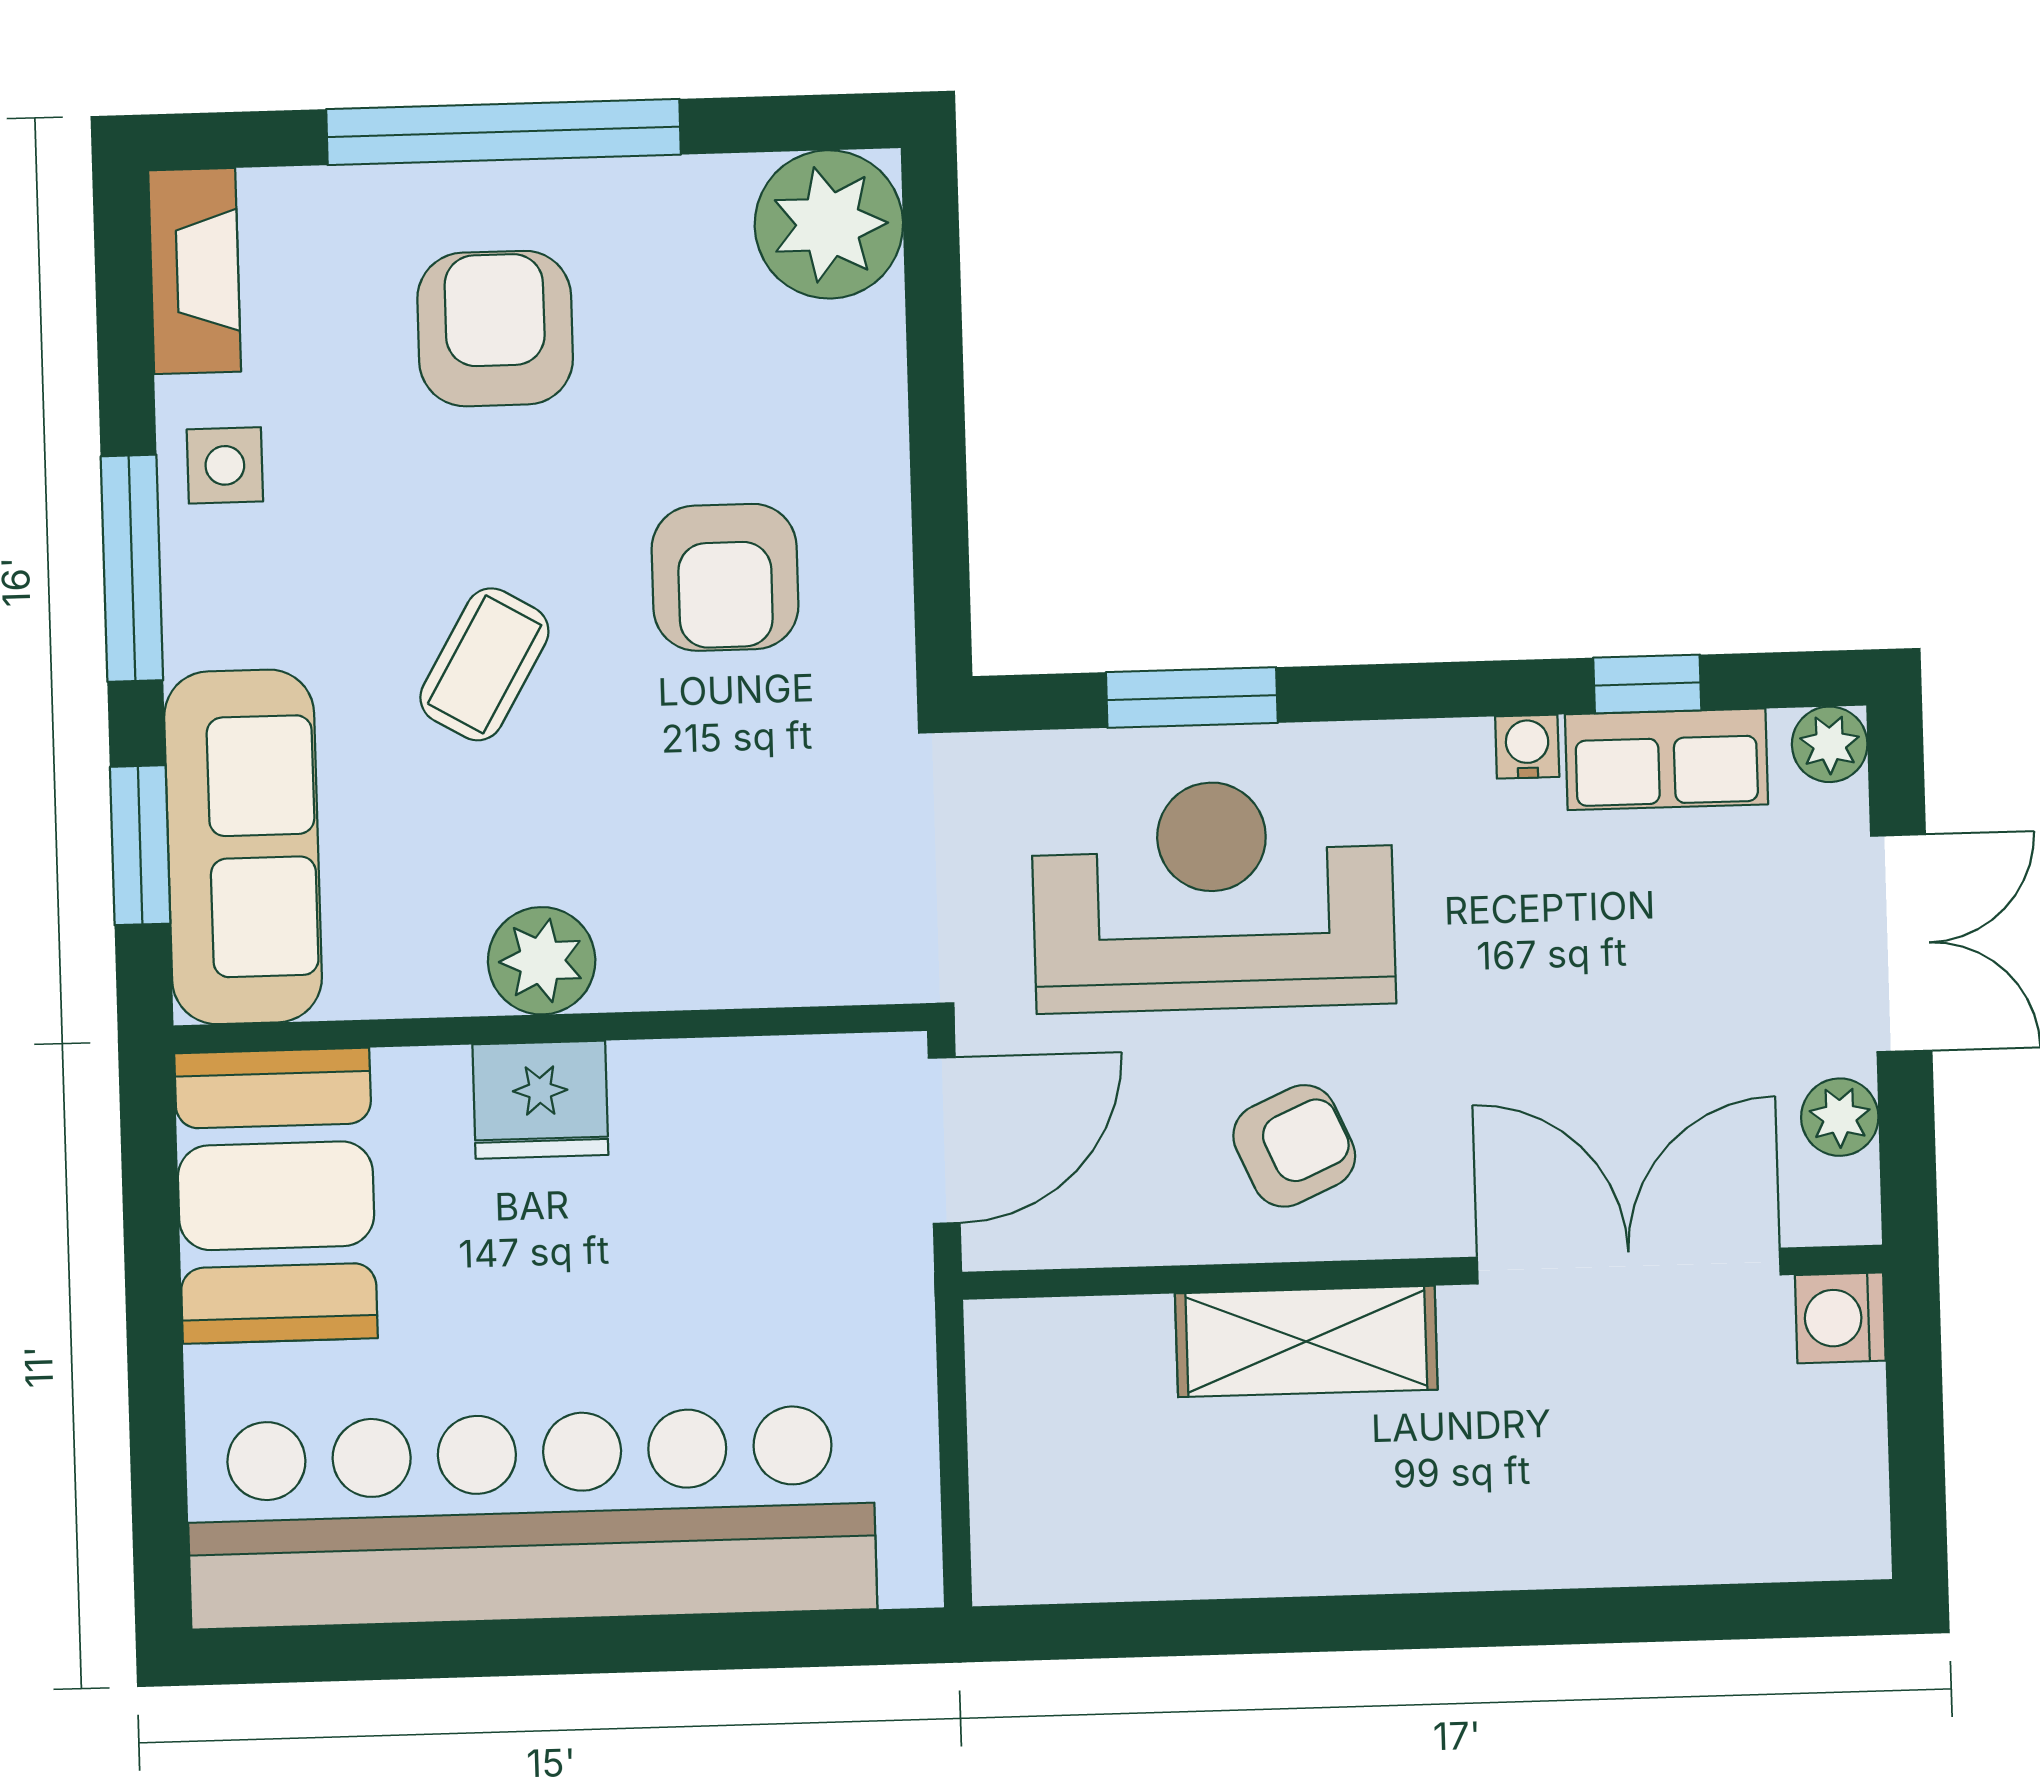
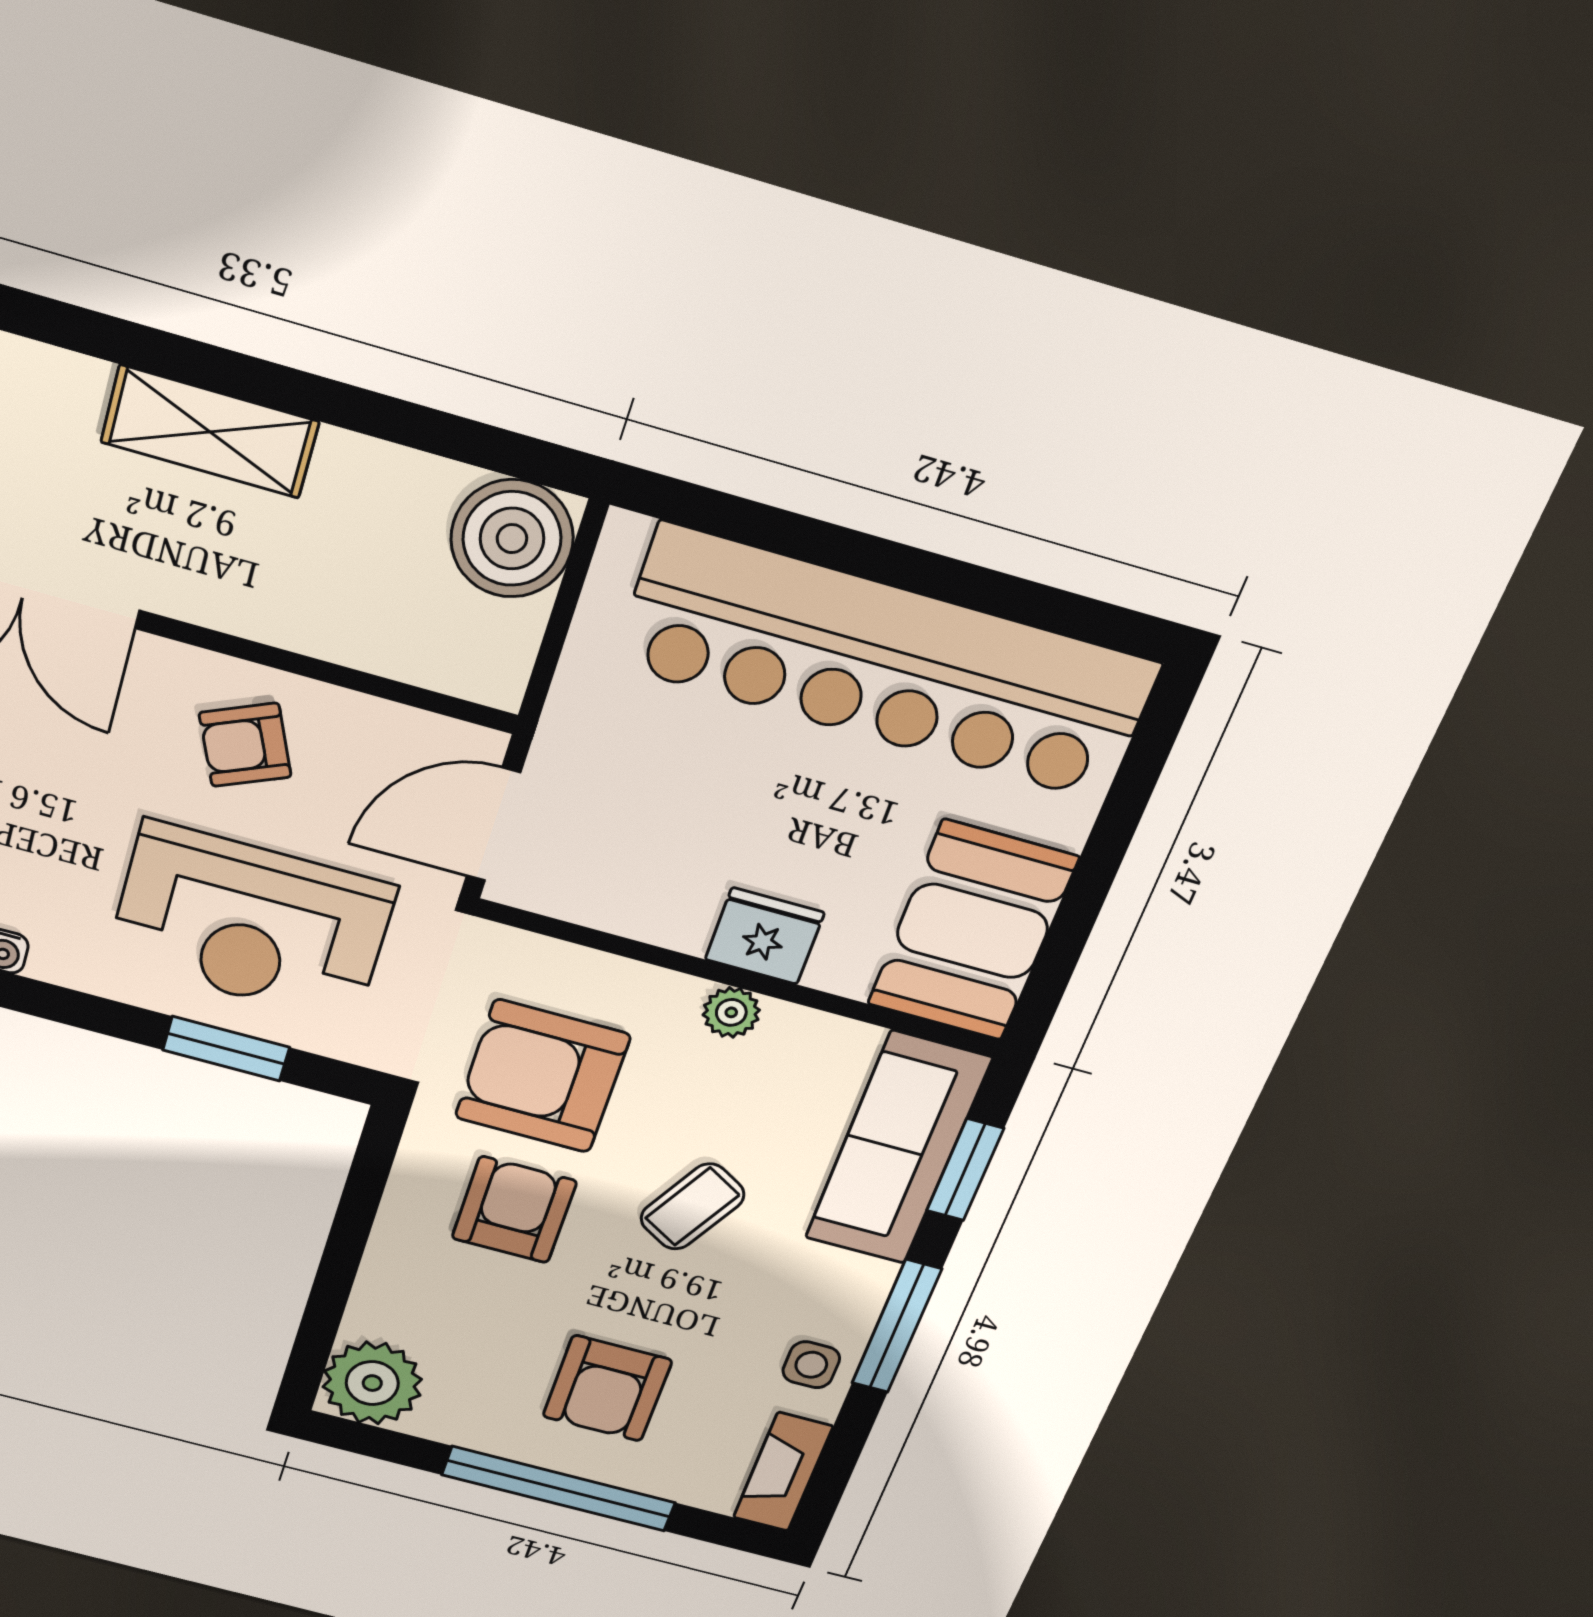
armchair: (757, 797) -> (542, 1076), added
plant: (542, 961) -> (731, 1012), width x0.73, depth x0.73
shelving: (1306, 1341) -> (210, 432), moved
boiler: (1048, 1526) -> (512, 539), added

